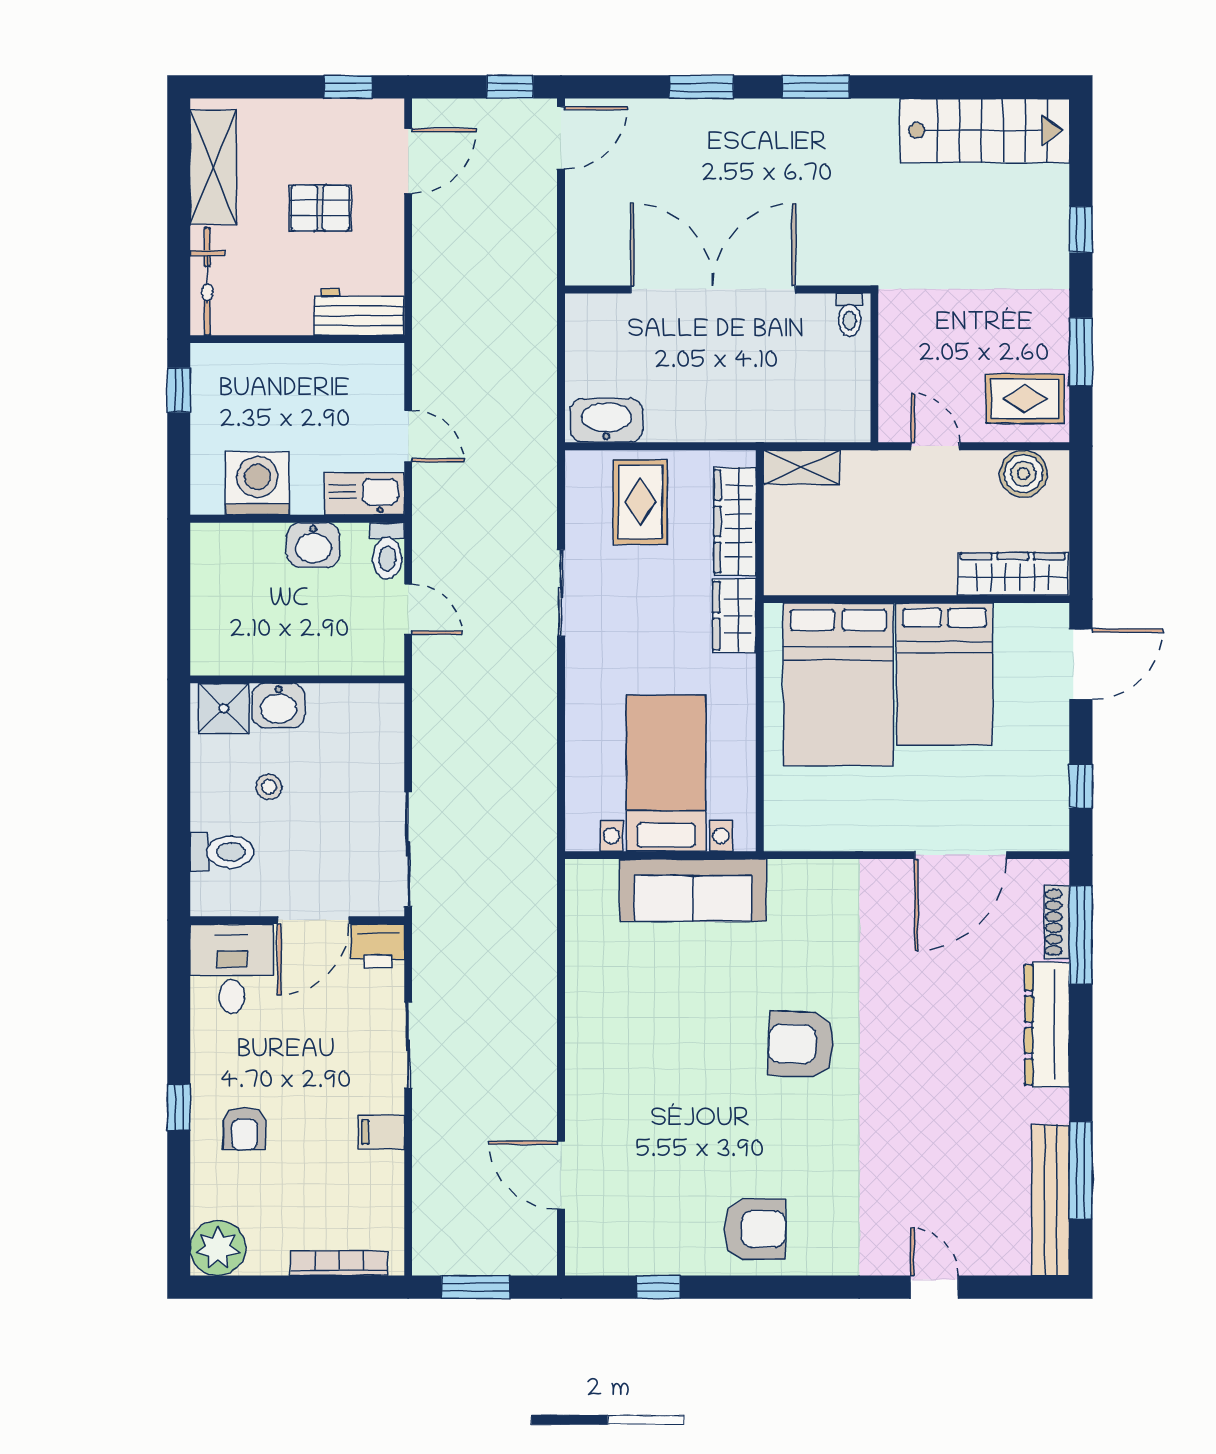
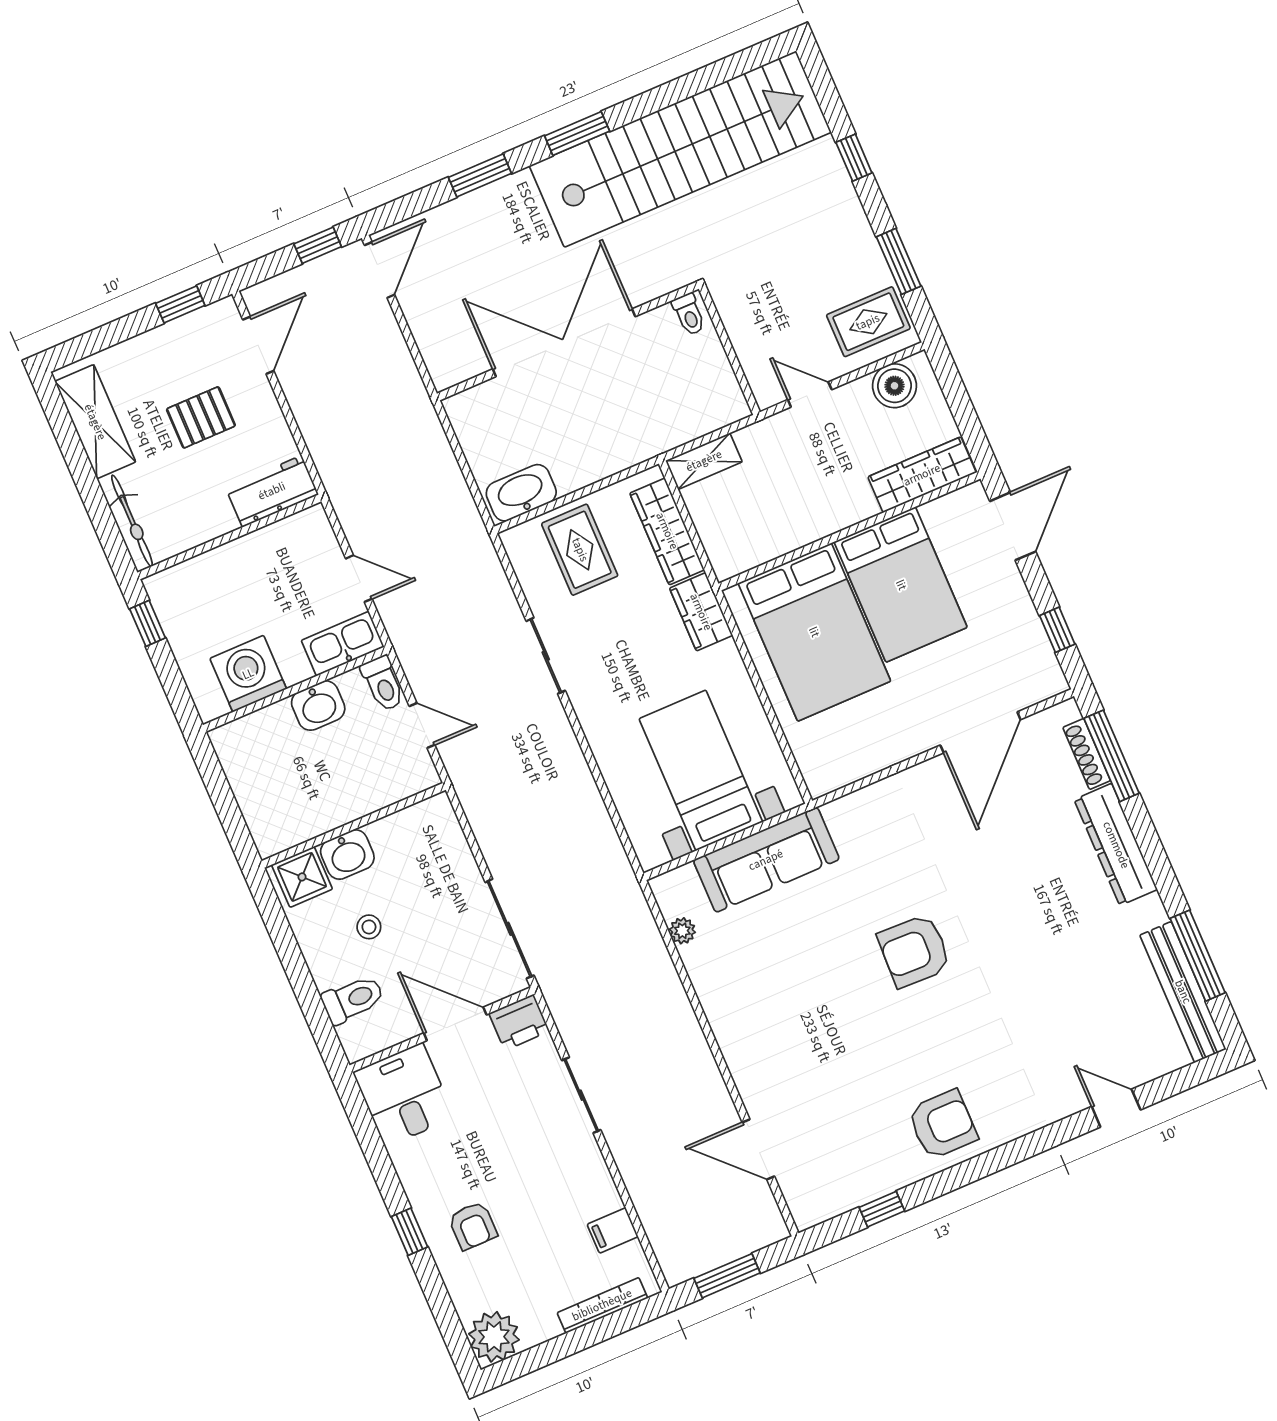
stairs: (985, 130) -> (680, 149), width x1.86, depth x1.51
door: (313, 920) -> (455, 1024), swing flipped
plant: (579, 925) -> (682, 931), added
filing cabinet: (381, 1132) -> (613, 1230), moved

